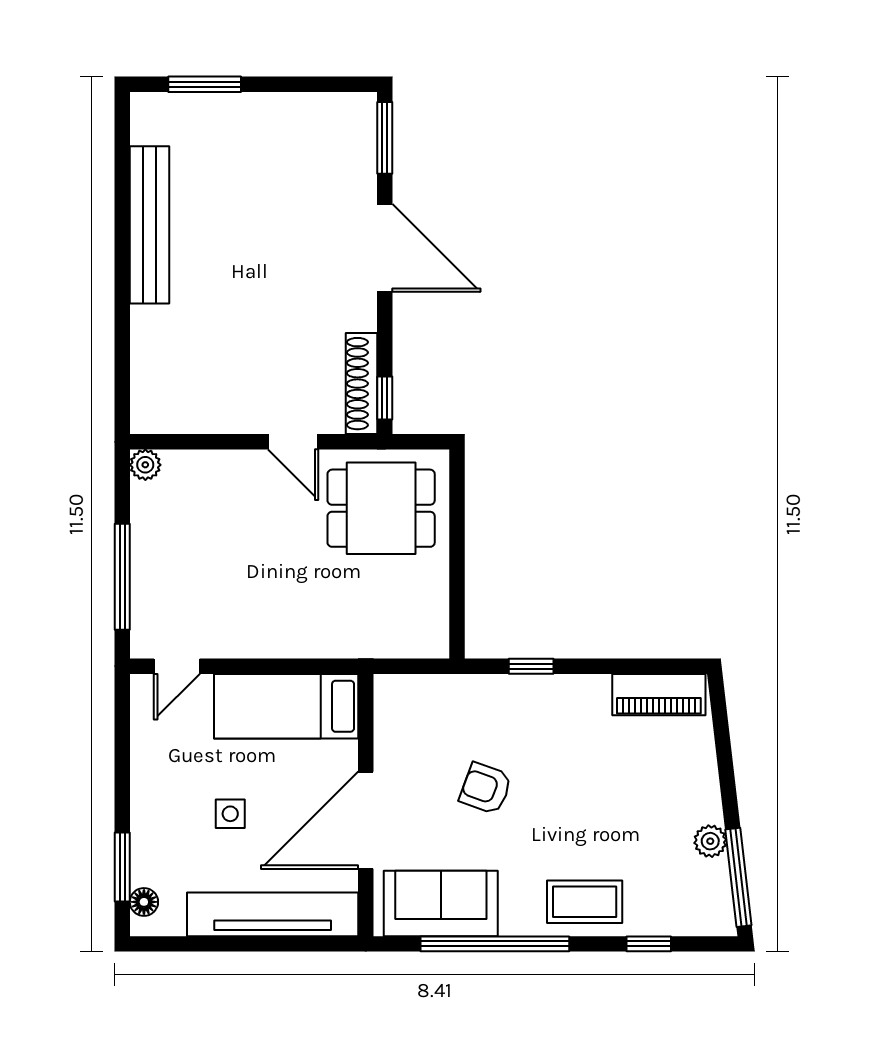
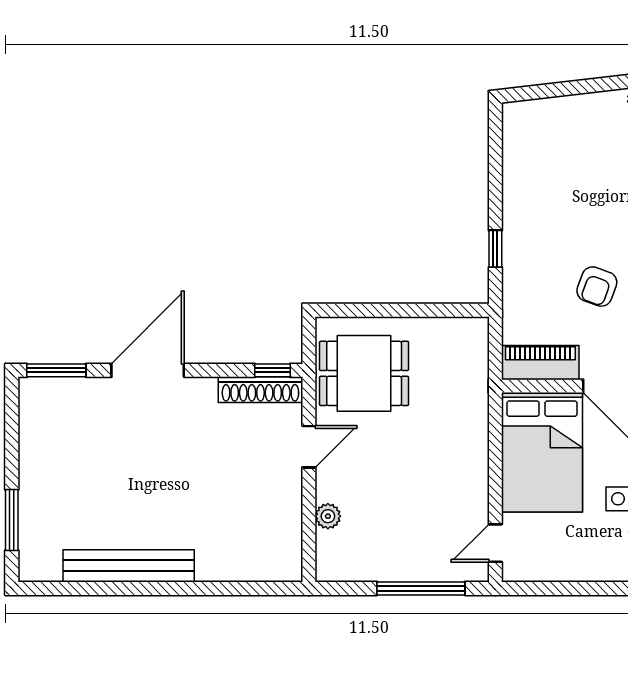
plant: (145, 465) -> (328, 516), moved
dining table: (381, 508) -> (364, 373), turned 90
door: (177, 666) -> (495, 543), swing flipped
piano: (659, 695) -> (540, 363), moved, turned -90
bed: (286, 706) -> (542, 452), width x1.50

